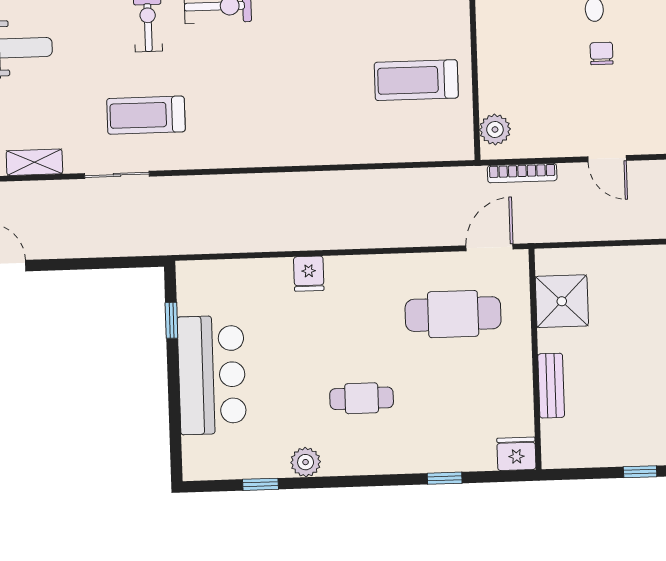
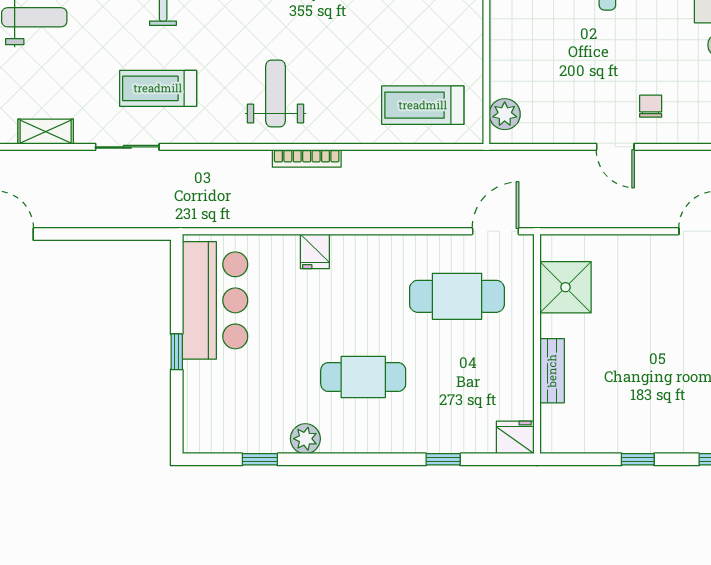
chair: (602, 53) -> (651, 106), moved
treadmill: (416, 80) -> (423, 105), moved
weight bench: (264, 116) -> (275, 93), added
bookcase: (522, 173) -> (307, 158), moved
window: (171, 320) -> (177, 352), moved
bar counter: (212, 375) -> (215, 300), moved
cafe table: (362, 398) -> (363, 377), width x1.37, depth x1.35

